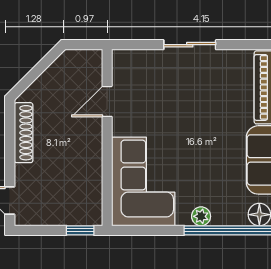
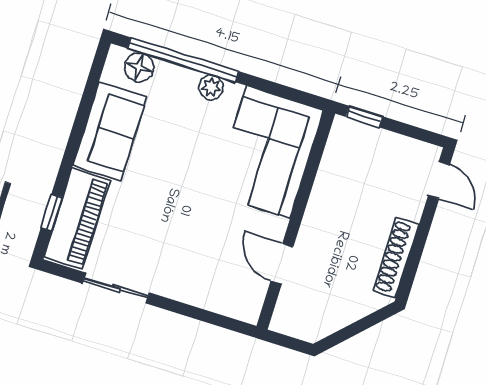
sliding door: (190, 45) -> (116, 288), moved
door: (107, 101) -> (282, 264), swing flipped

